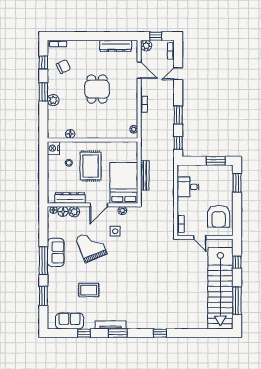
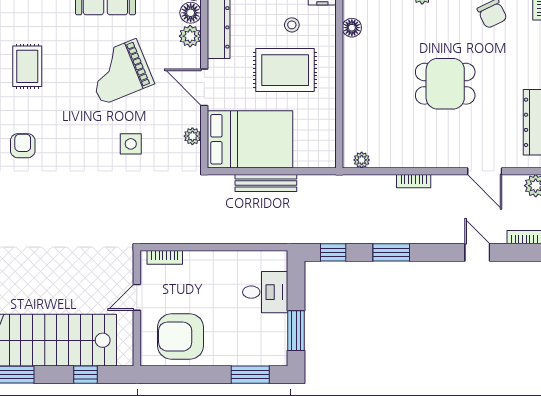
door: (139, 70) -> (485, 171), hinge flipped
desk: (188, 187) -> (265, 292), moved, turned 90
side table: (115, 231) -> (131, 144), moved
grand piano: (91, 246) -> (119, 72), turned 180
armchair: (127, 292) -> (23, 146), added

